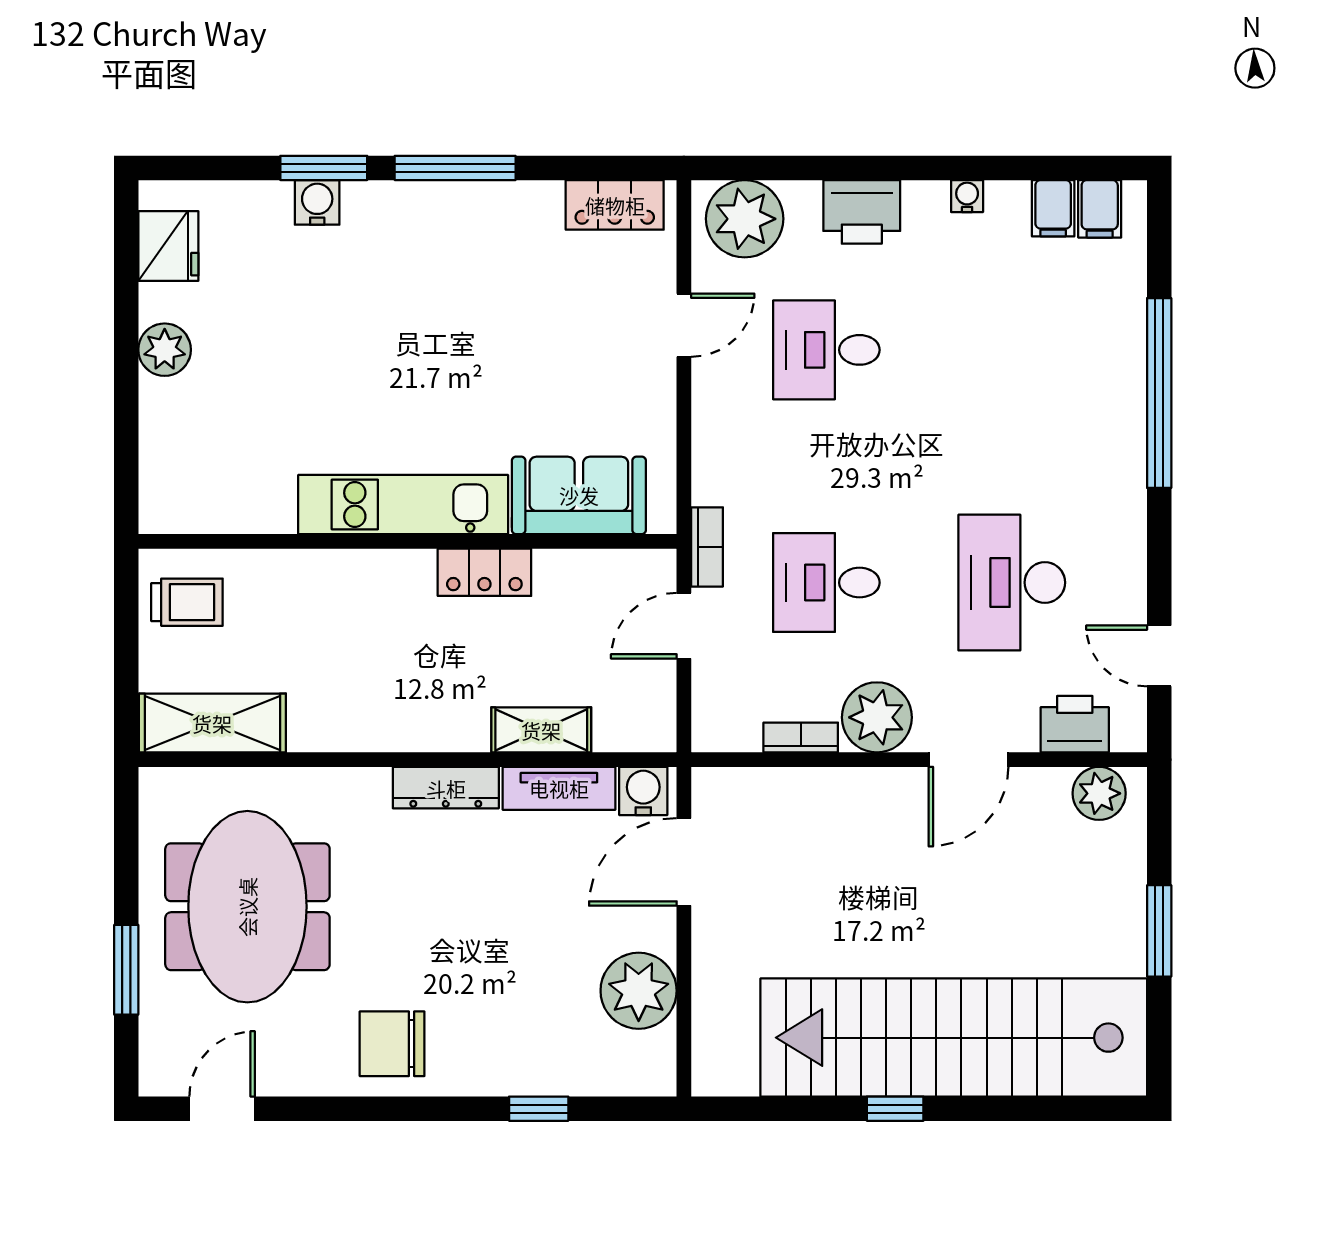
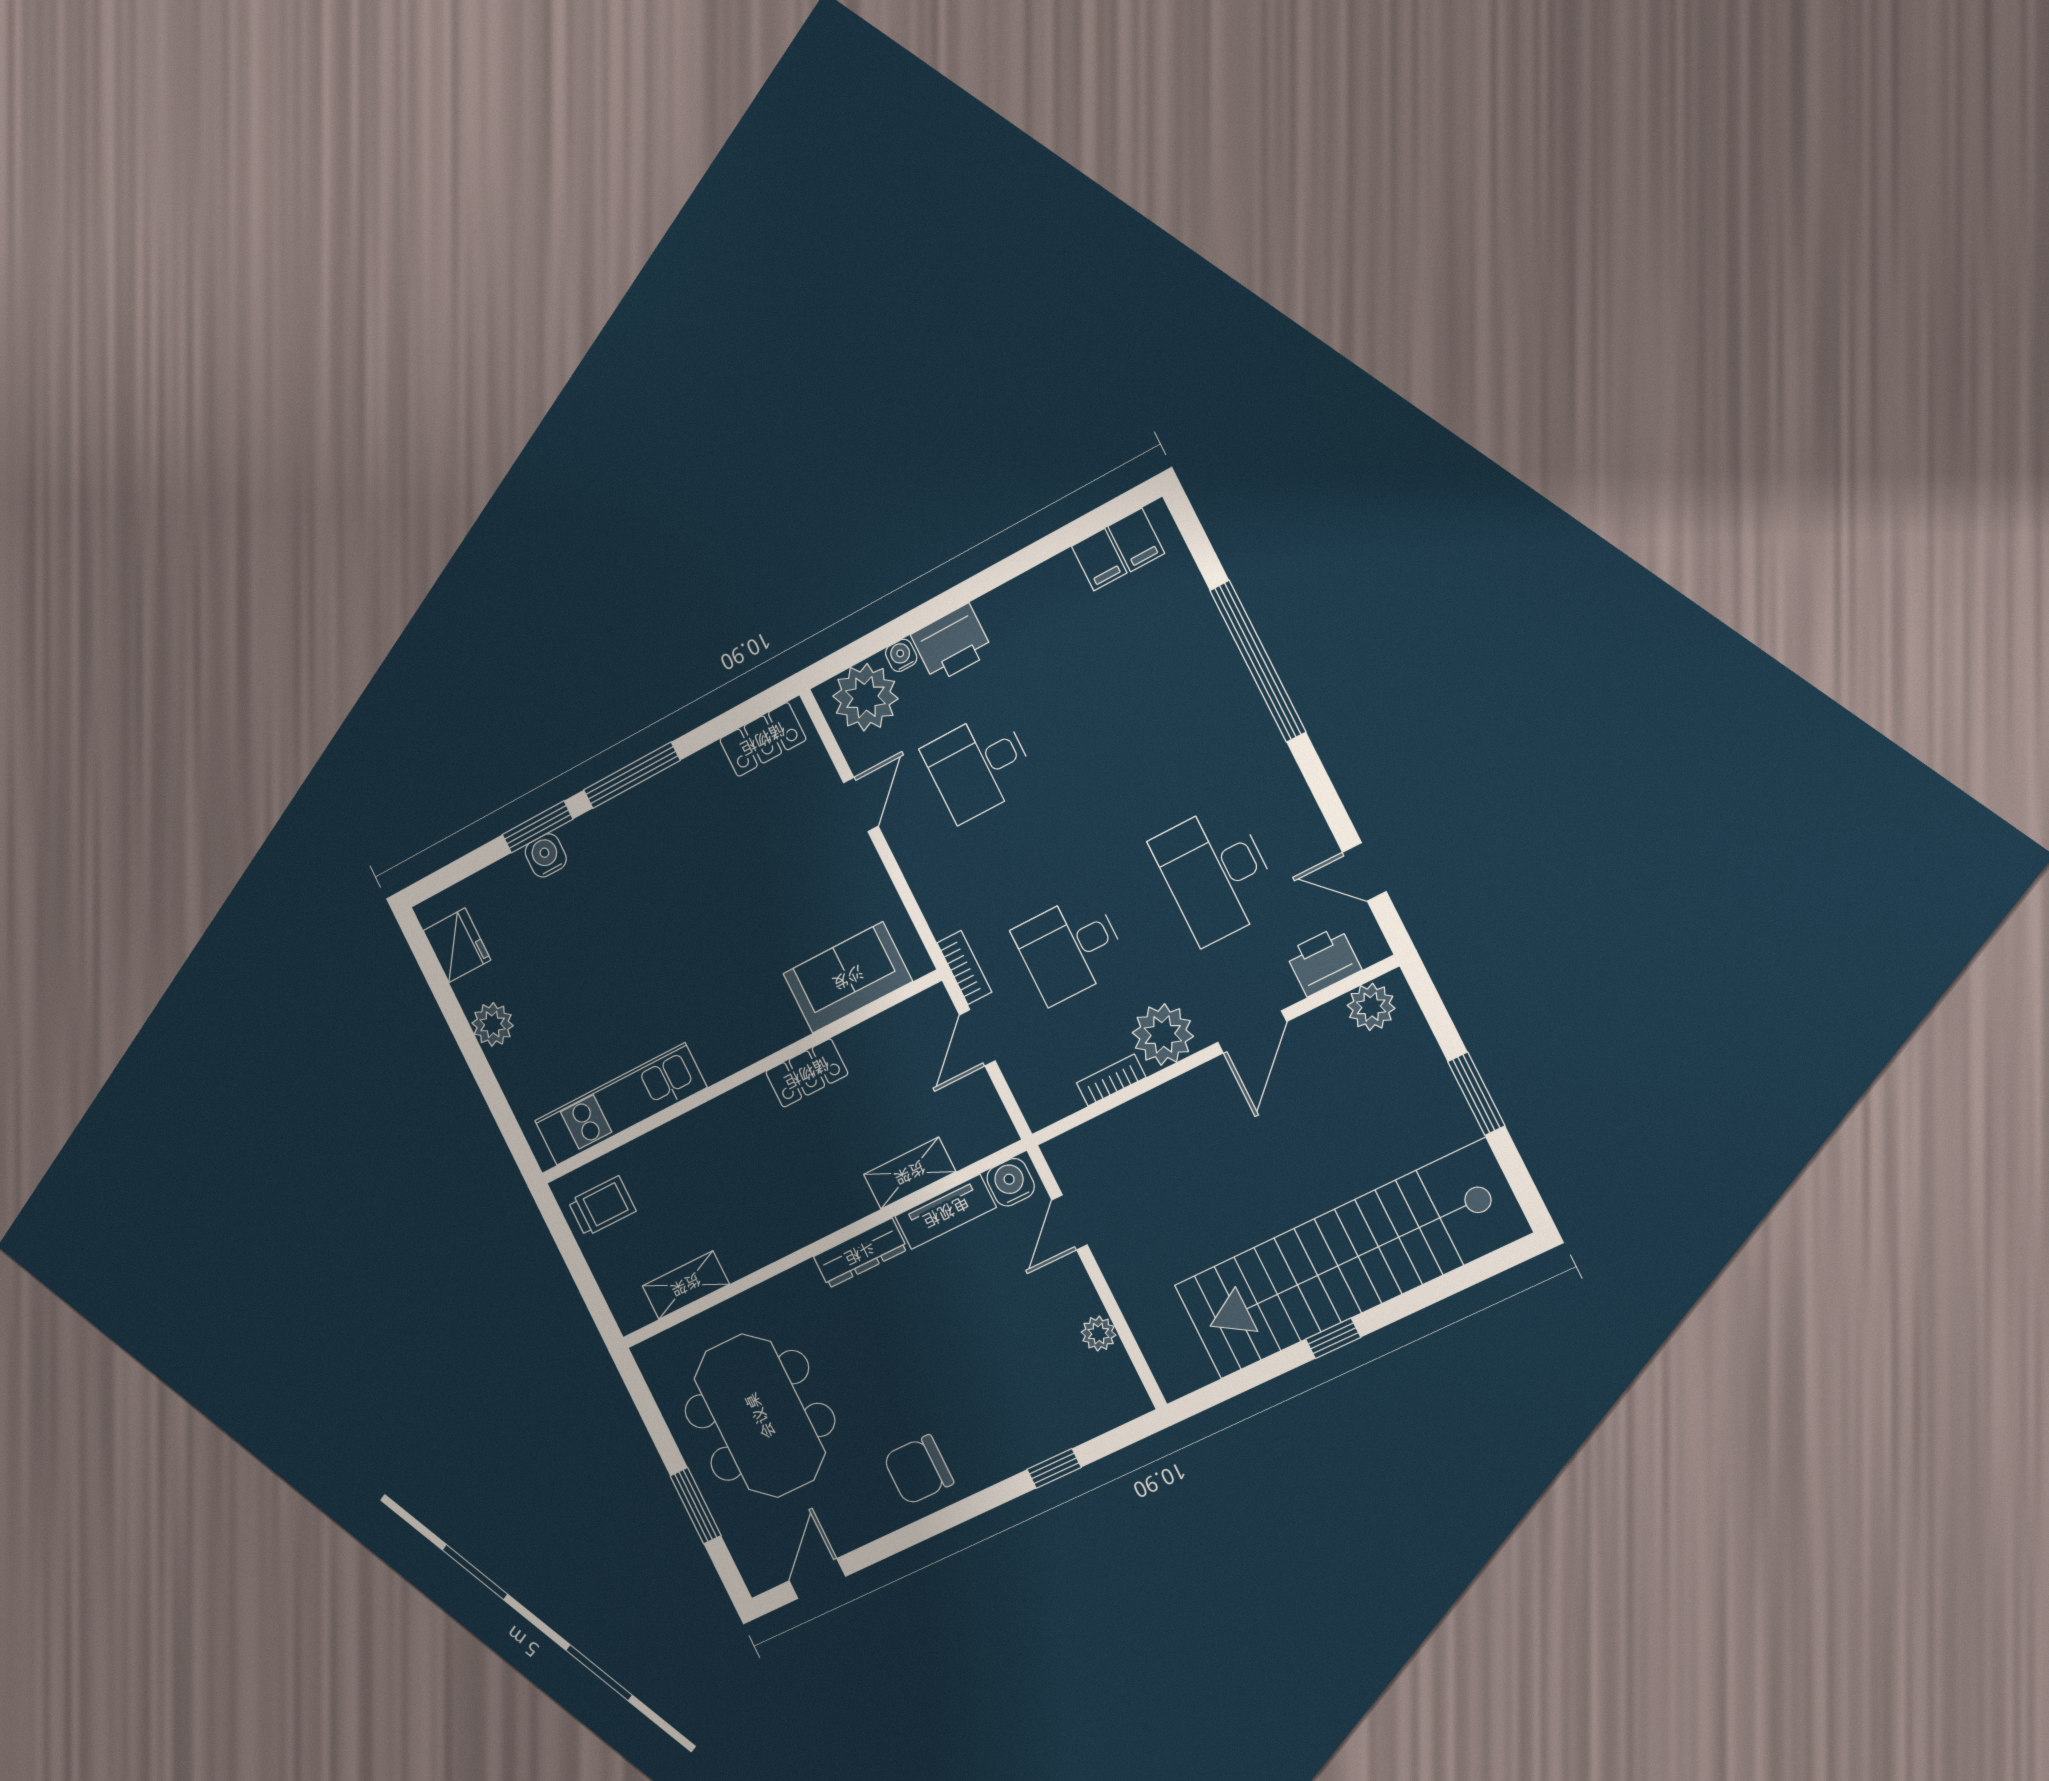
water cooler: (967, 196) -> (901, 655), moved
kitchen unit: (403, 505) -> (621, 1104), moved
shelving: (212, 723) -> (686, 1285), width x0.67, depth x0.75
door: (684, 862) -> (1069, 1222), width x0.73
plant: (639, 991) -> (1099, 1334), width x0.53, depth x0.53

